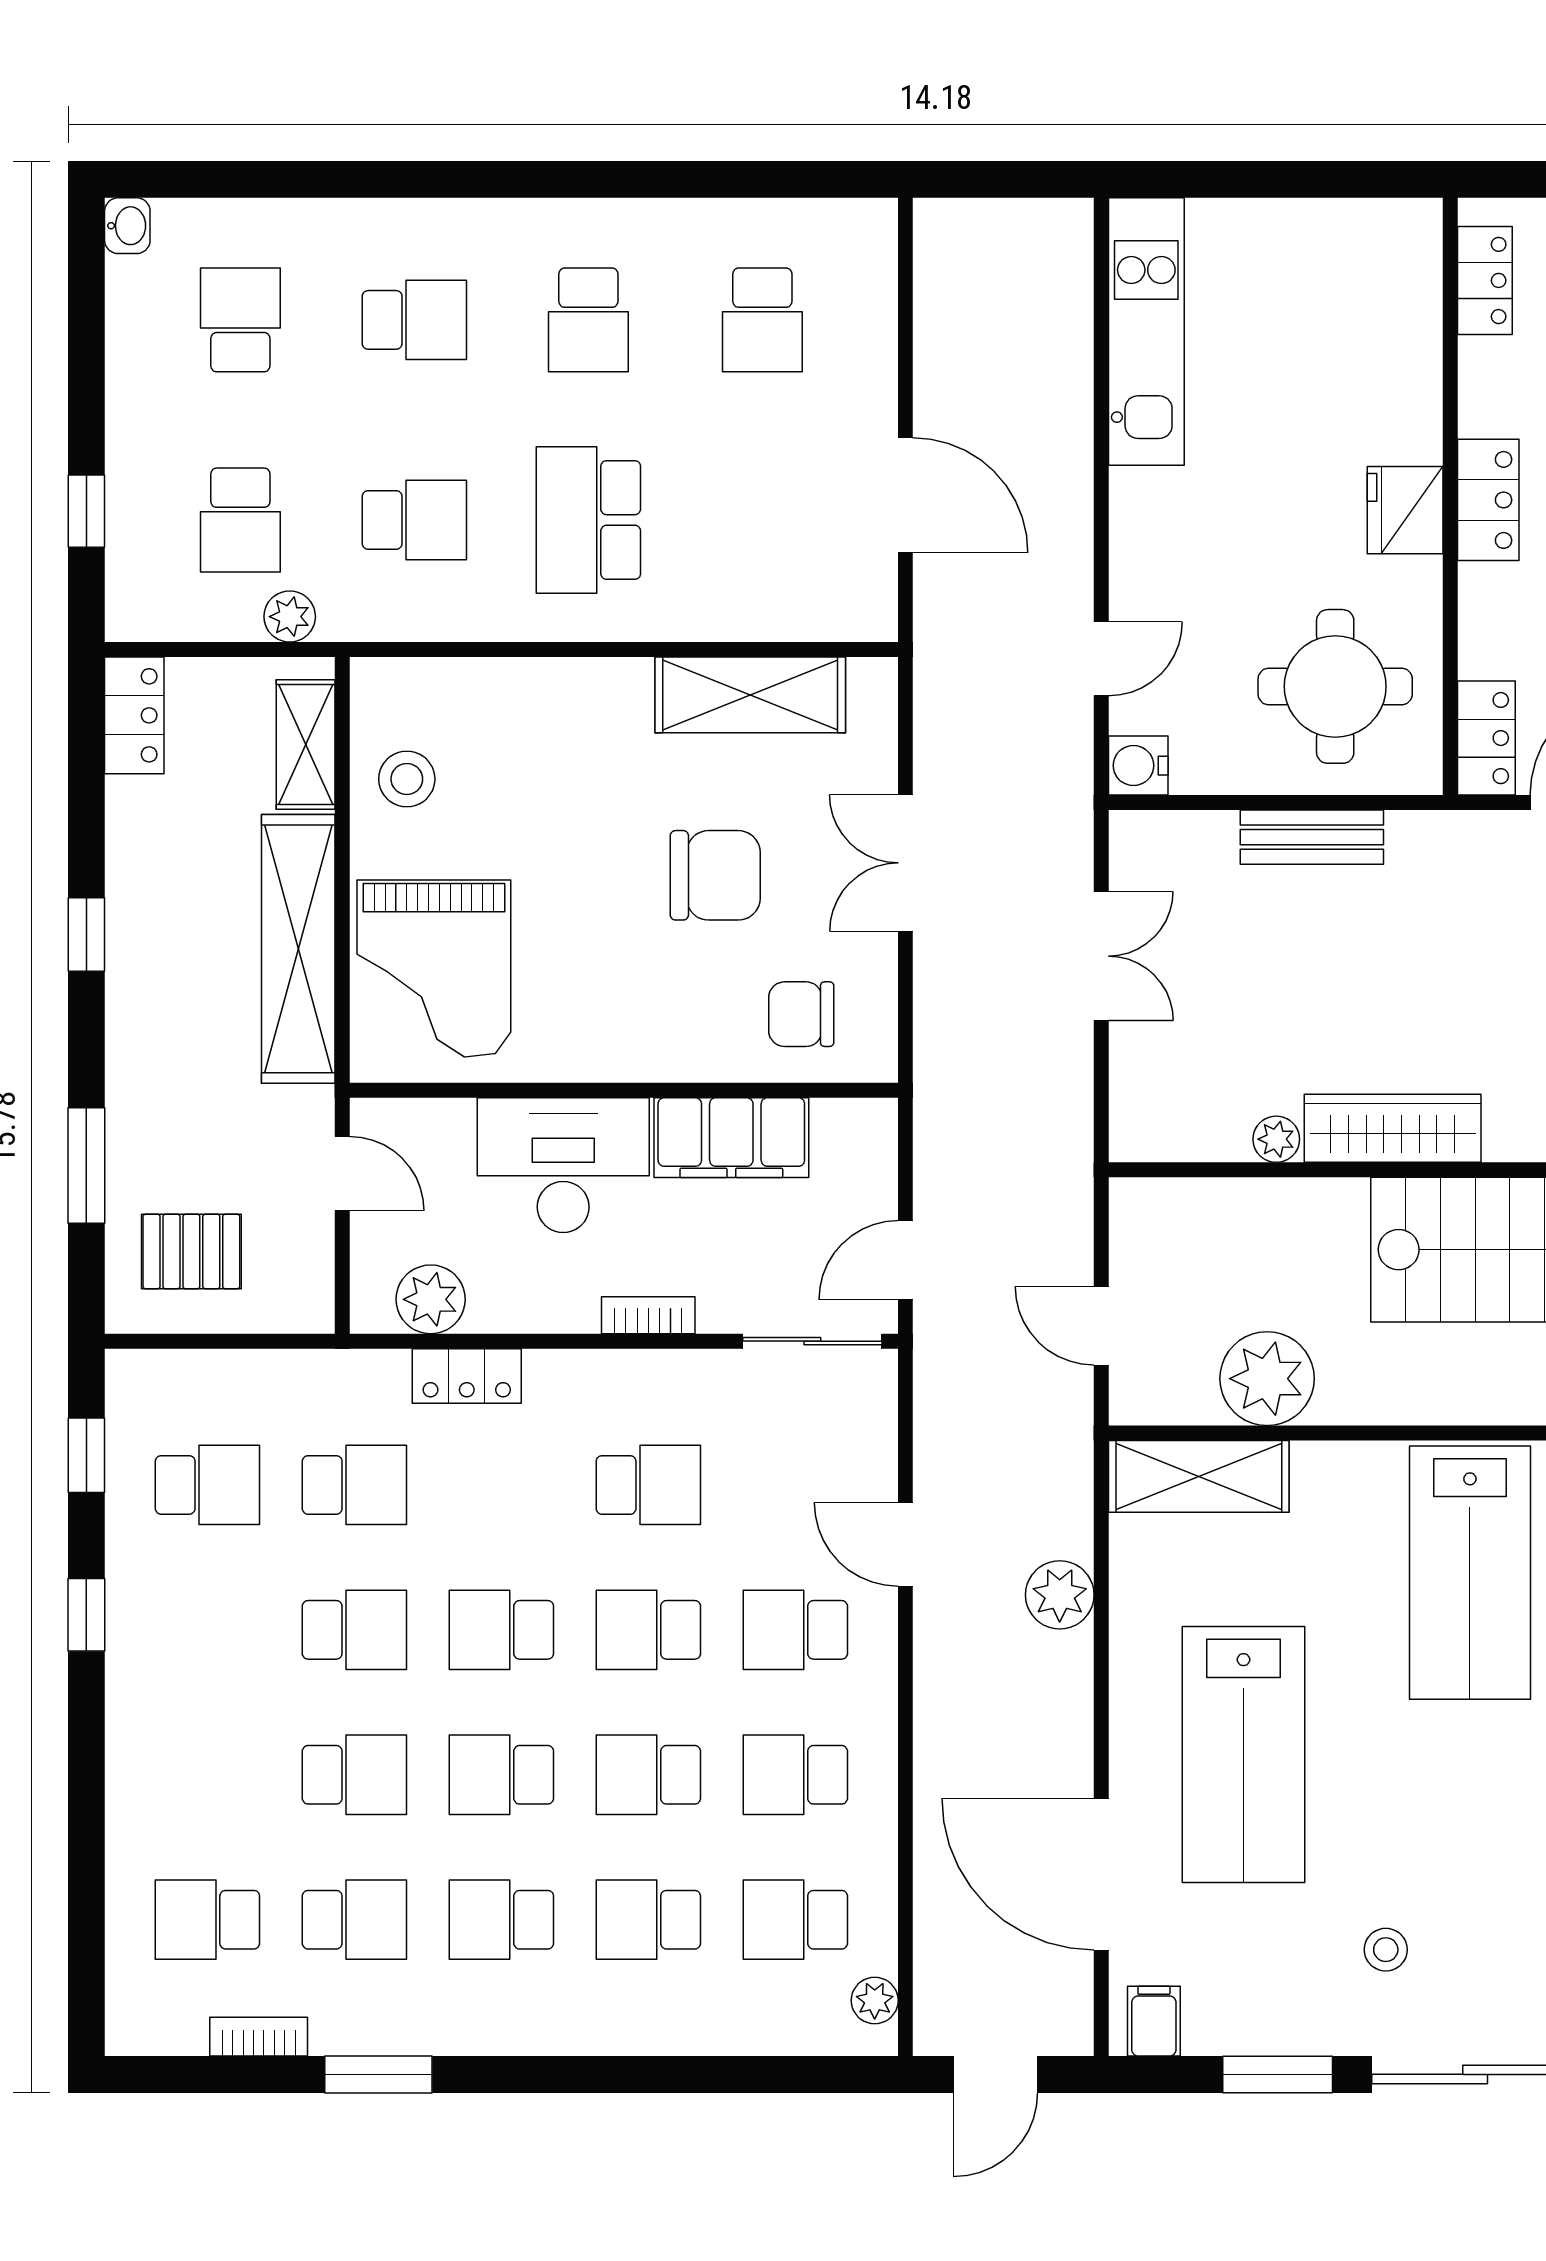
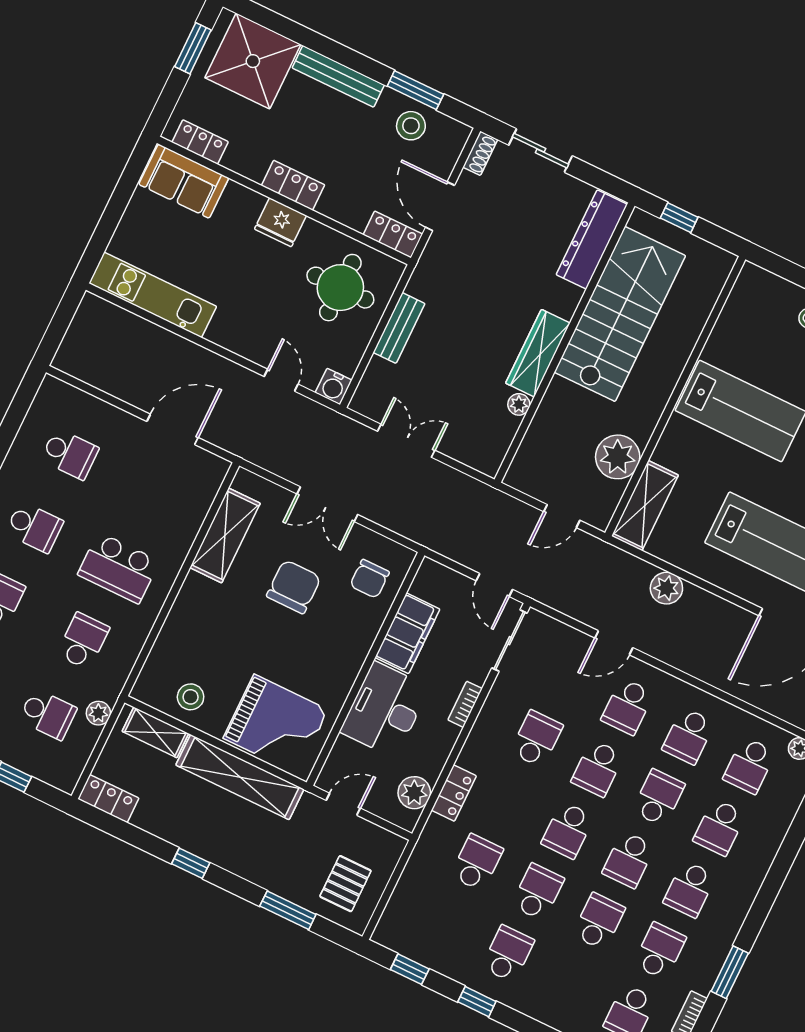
sofa: (1394, 286) -> (184, 181), added
school desk: (207, 1485) -> (508, 954), moved
school desk: (648, 1775) -> (659, 798), turned 180

